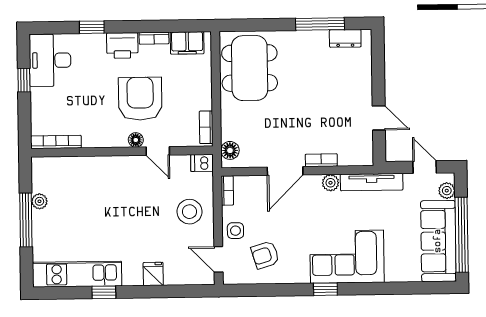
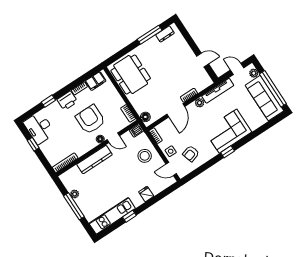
kitchen counter: (106, 167) -> (94, 160), added

